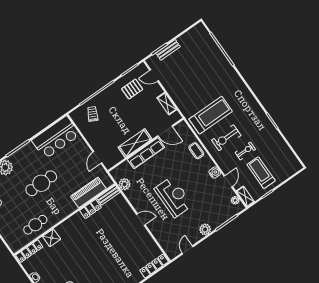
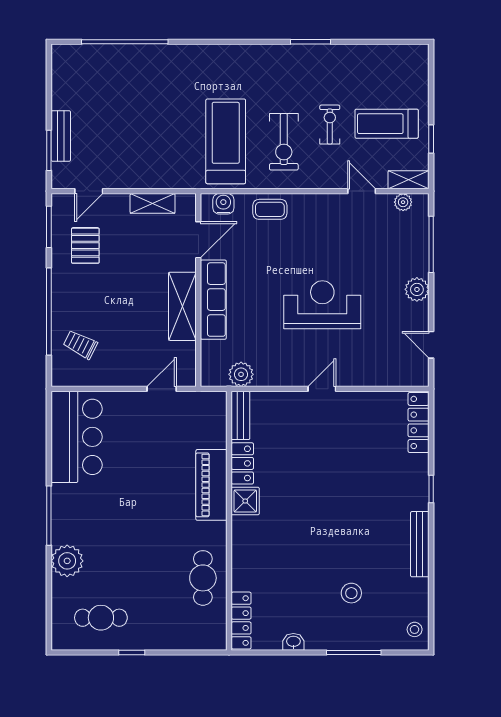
door: (97, 157) -> (162, 389), swing flipped
water cooler: (215, 172) -> (223, 204), moved
cafe table: (41, 183) -> (138, 517), removed
piano: (88, 192) -> (211, 485), moved
shower: (52, 238) -> (245, 501), moved

